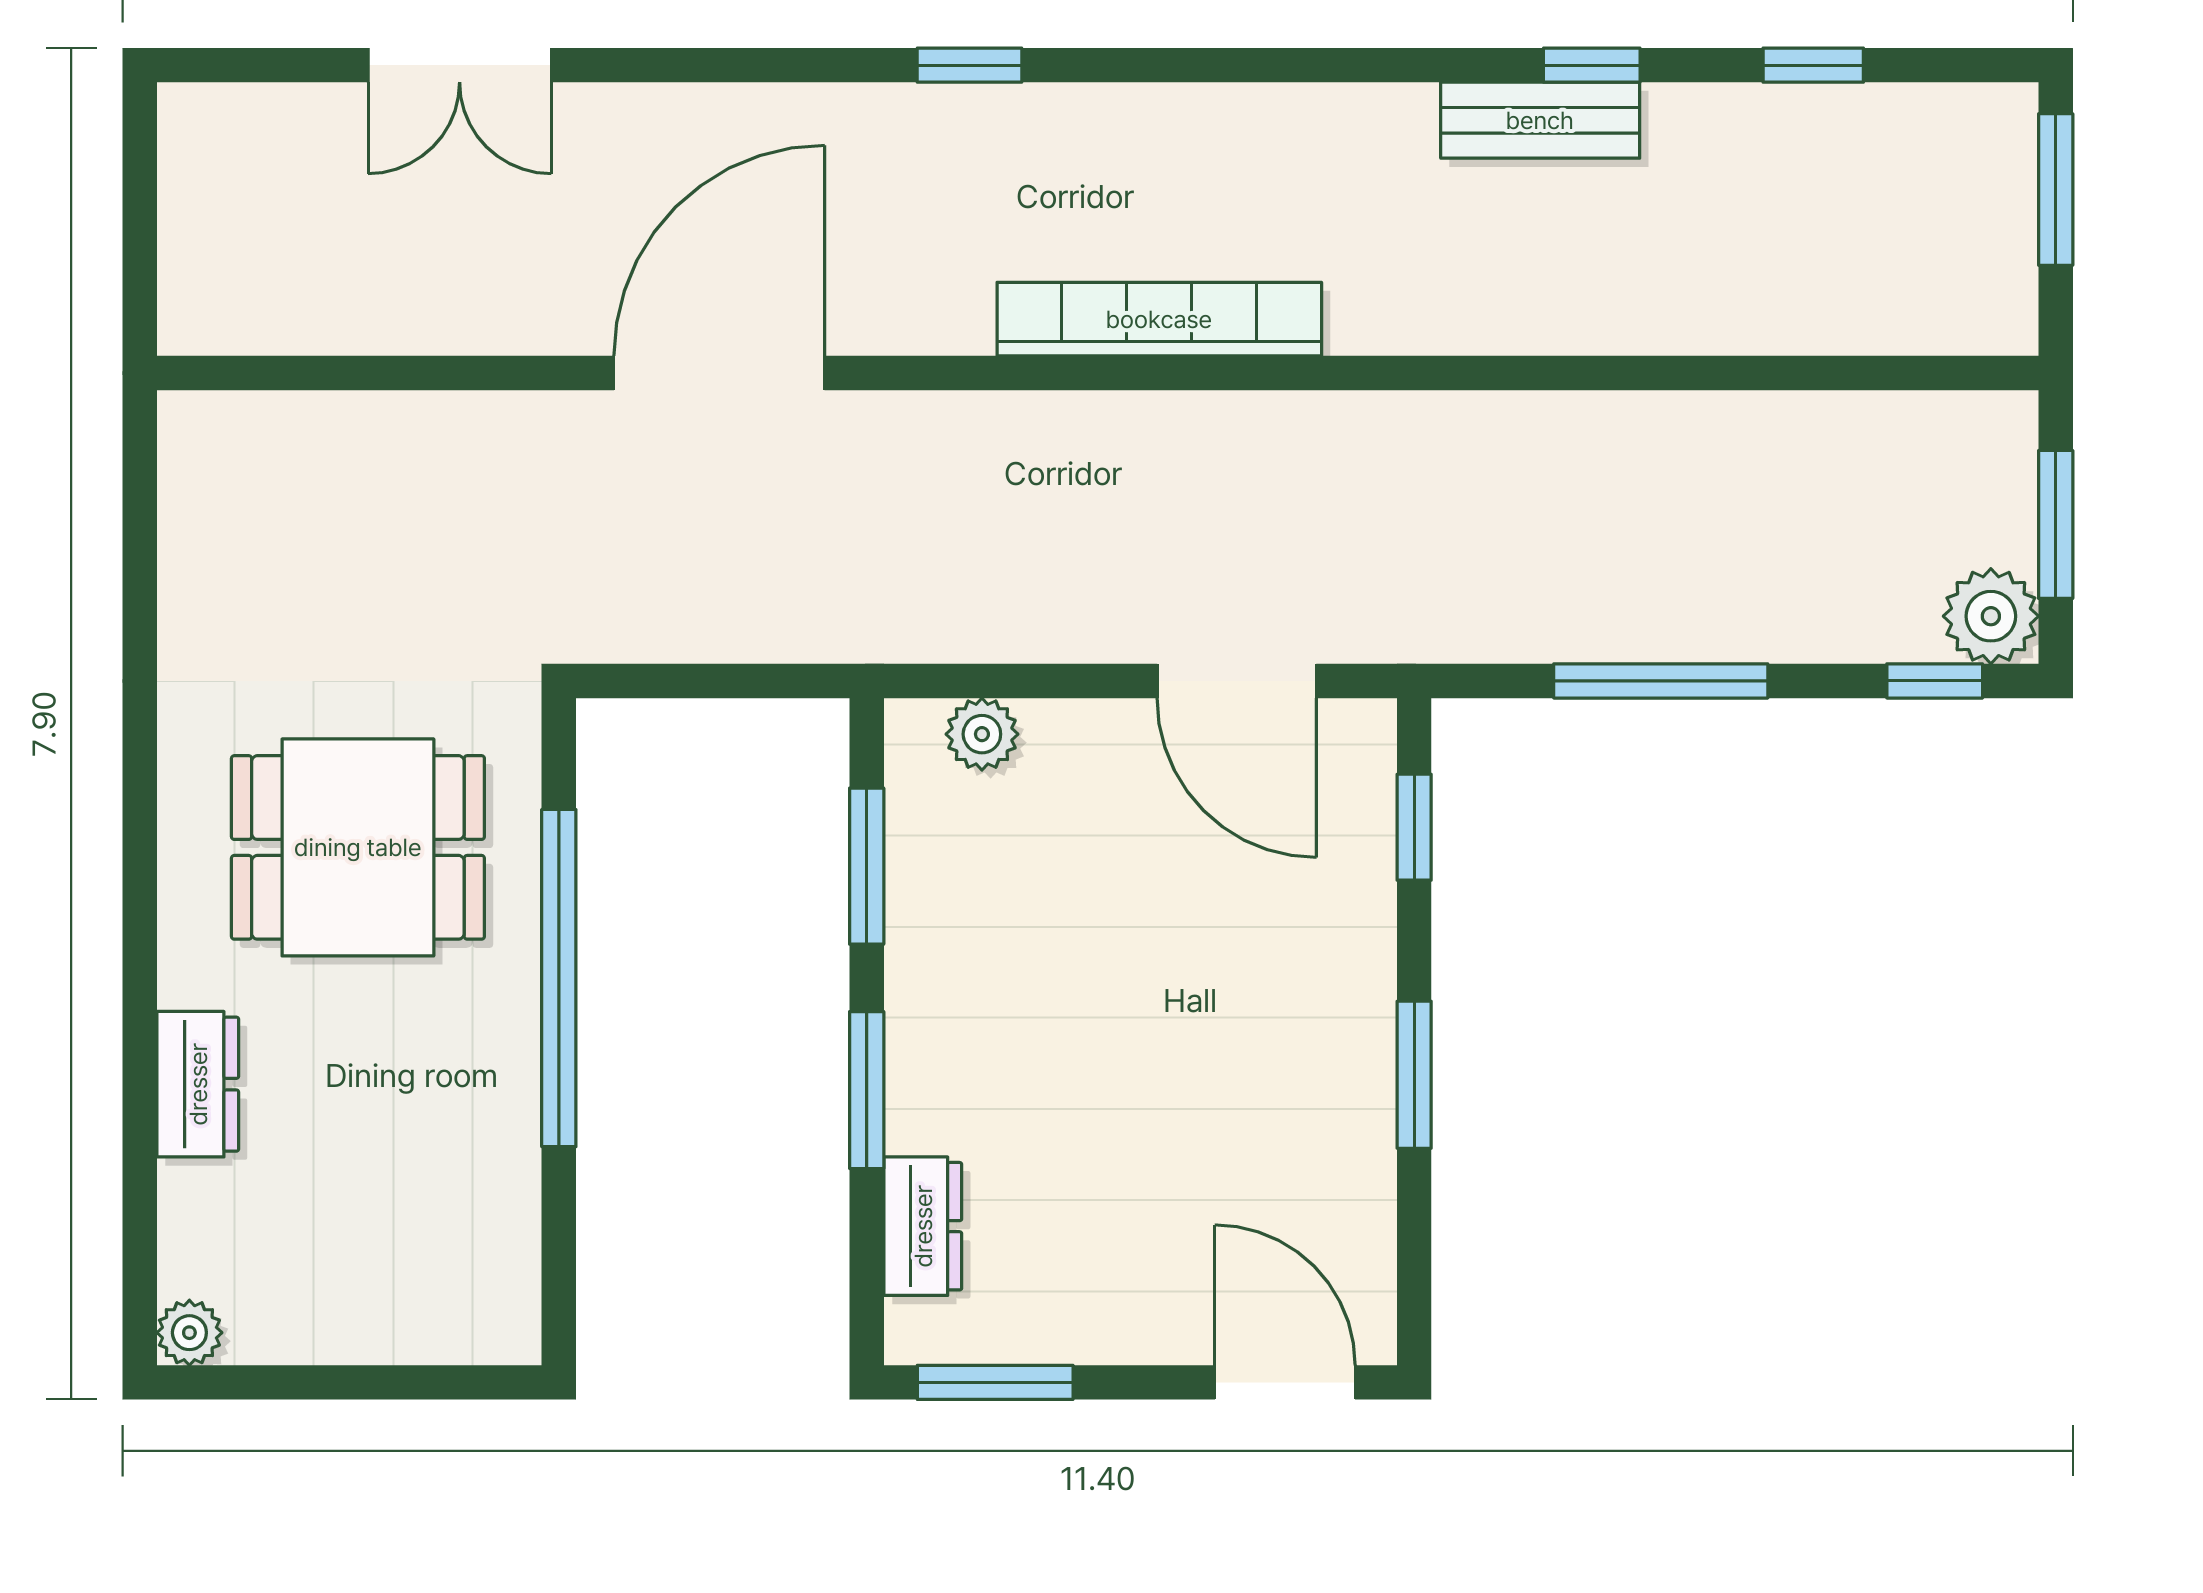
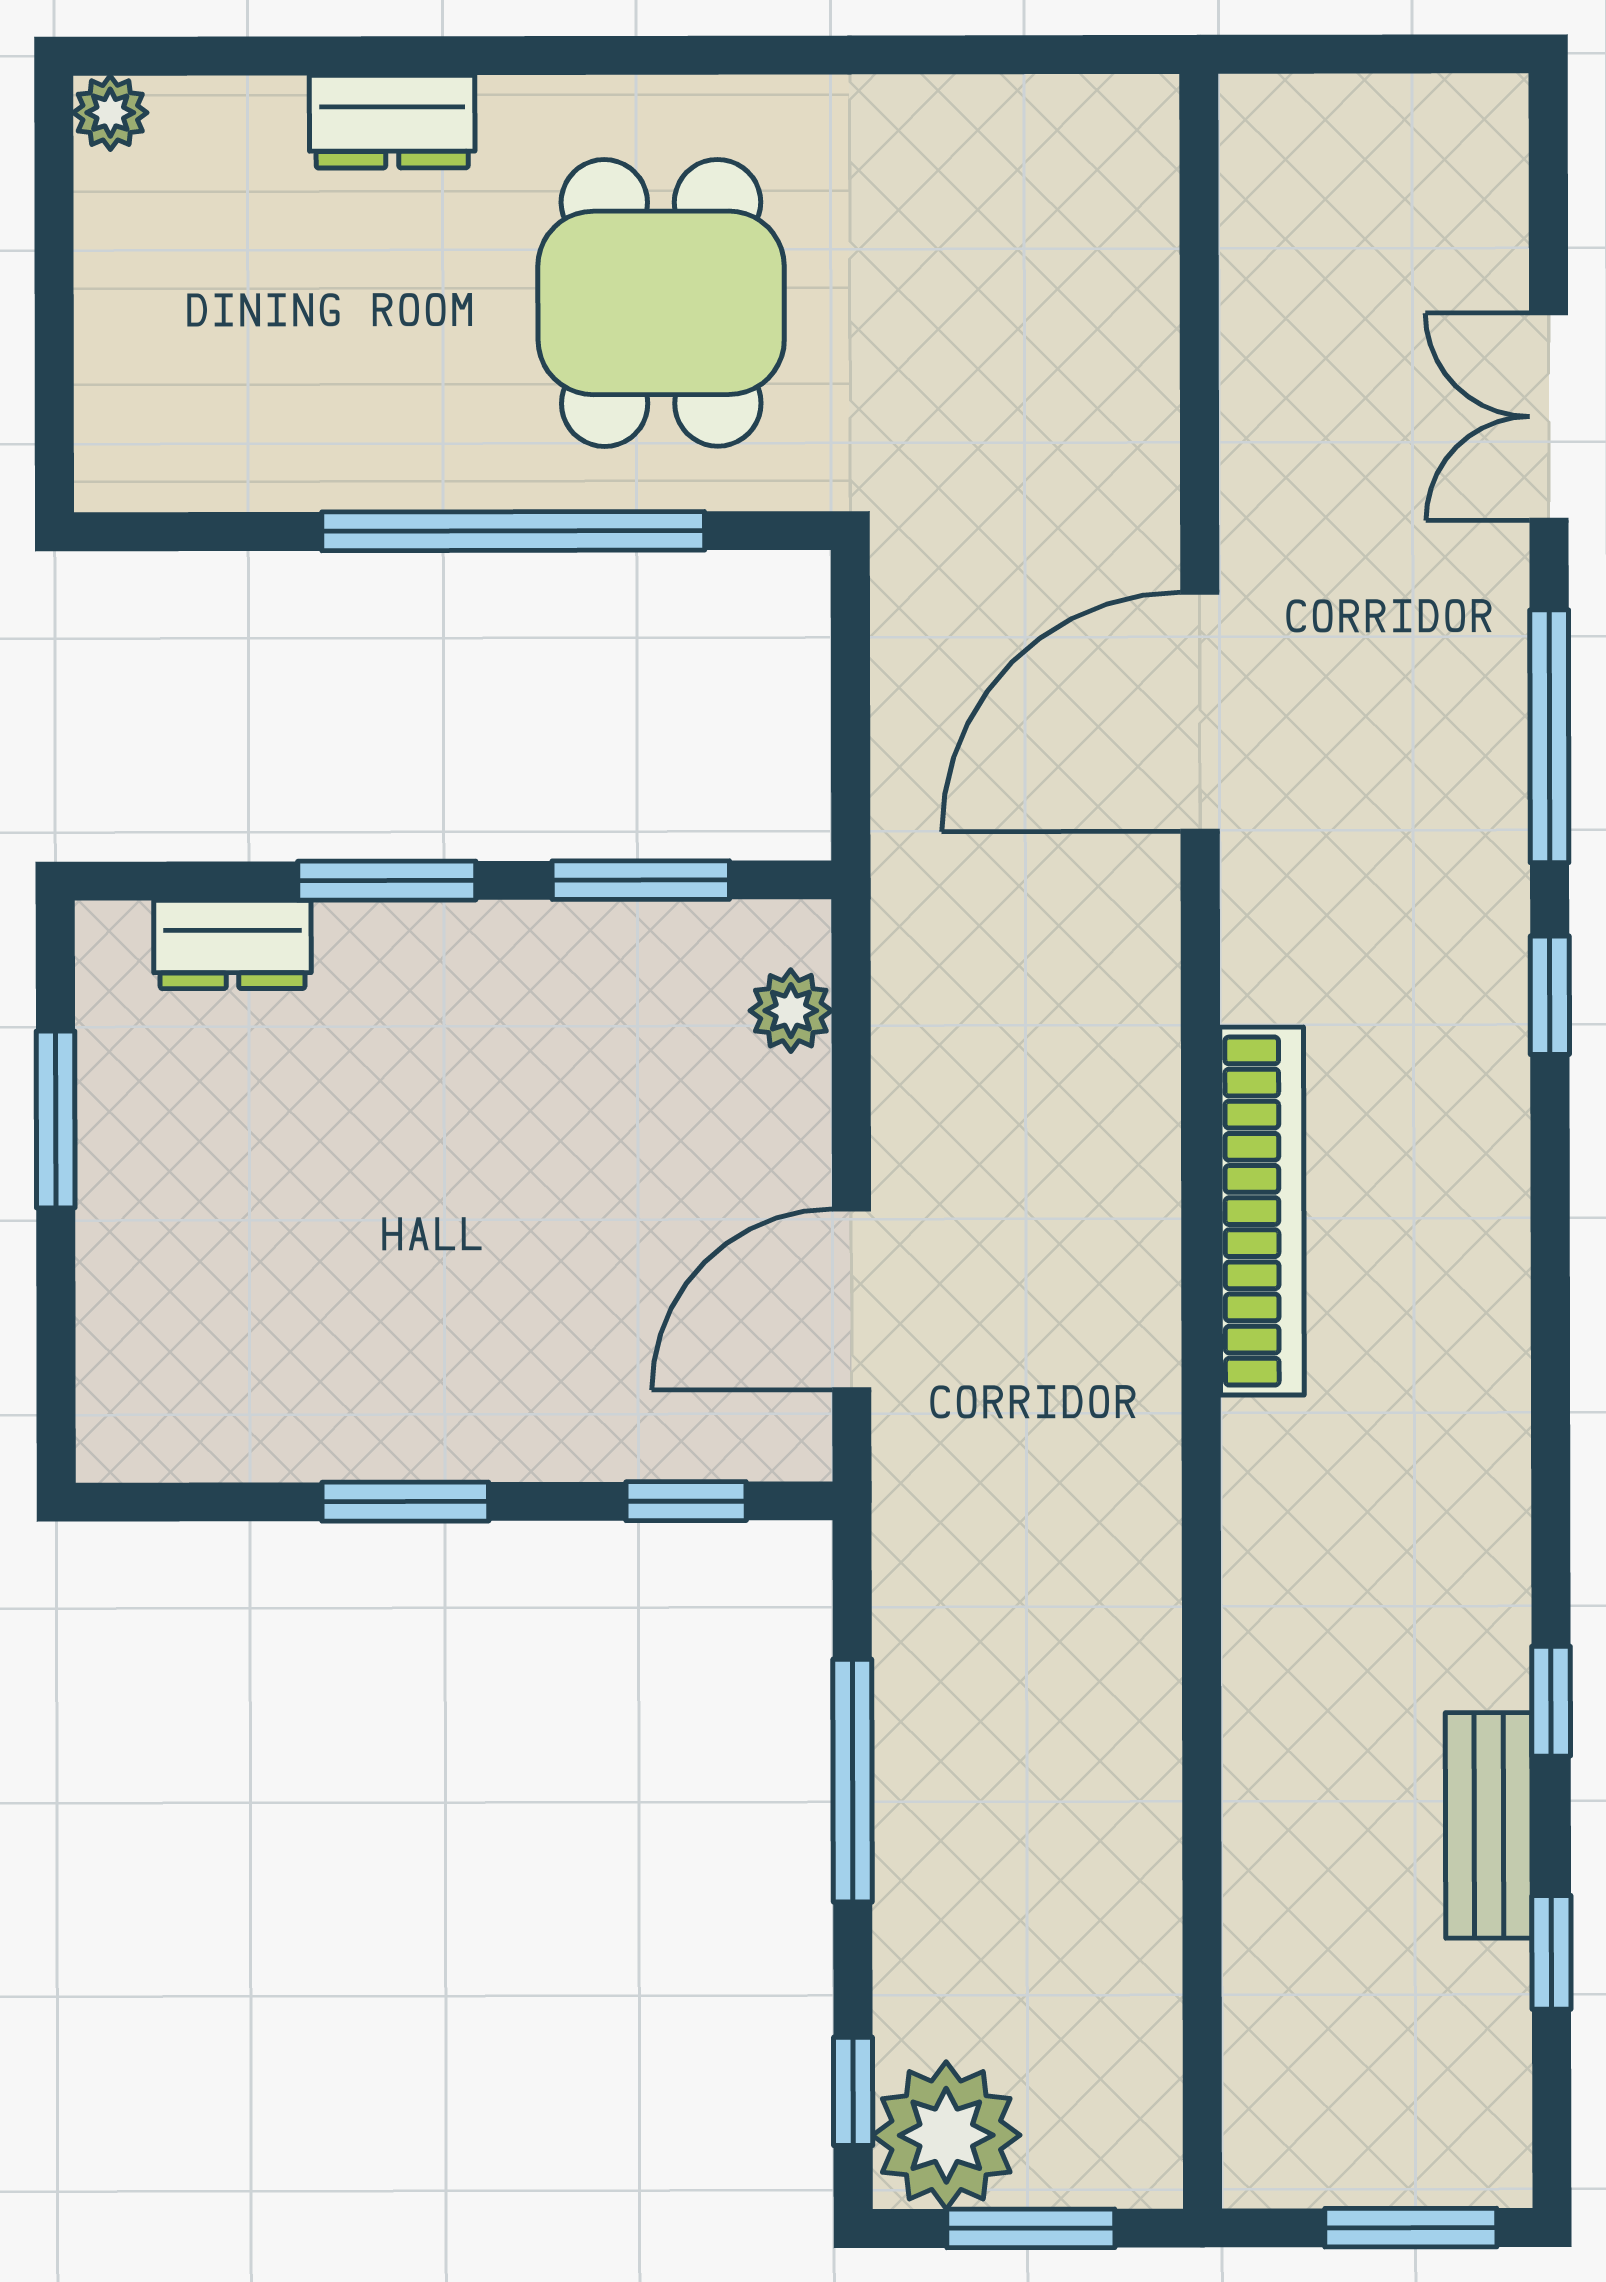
window: (741, 65) -> (1549, 736), added
bench: (1540, 120) -> (1489, 1825), moved
door: (719, 373) -> (1200, 712), swing flipped
plant: (1991, 616) -> (946, 2135), width x1.36, depth x1.36
window: (995, 1382) -> (56, 1119), moved
door: (1285, 1382) -> (56, 1356), removed

